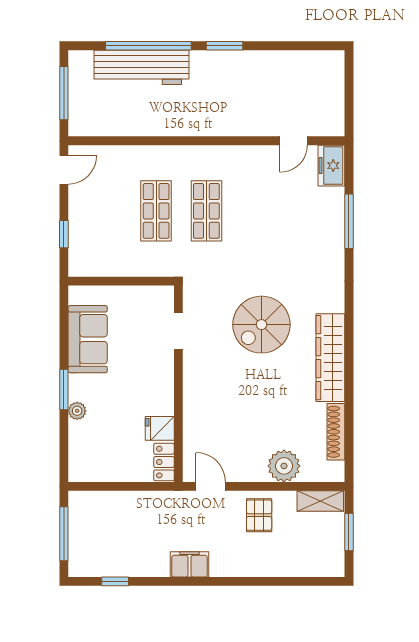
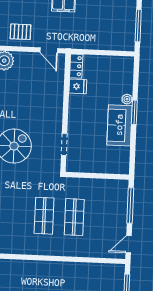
window: (64, 234) -> (130, 206), width x2.17
sofa: (88, 339) -> (119, 125), moved
pallet: (259, 515) -> (20, 32), turned 90

